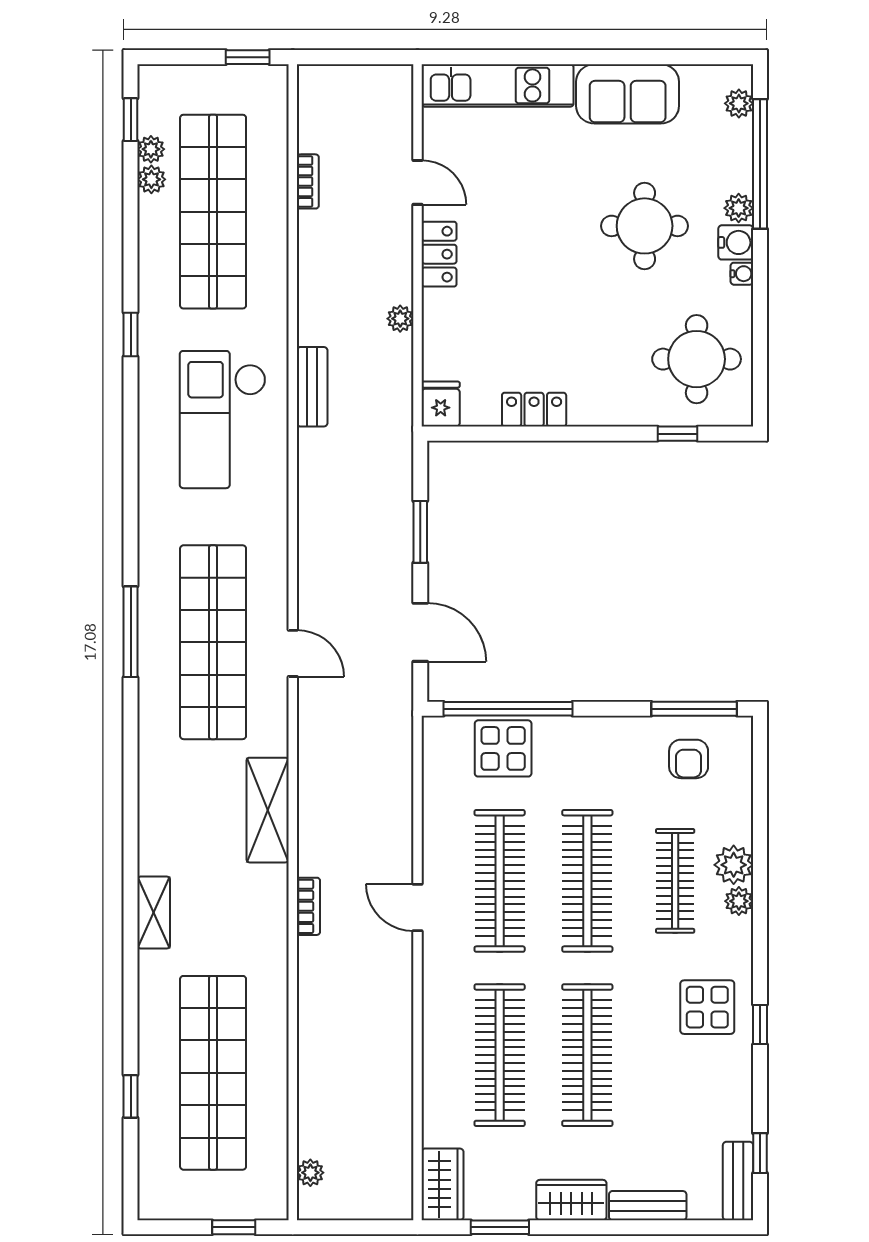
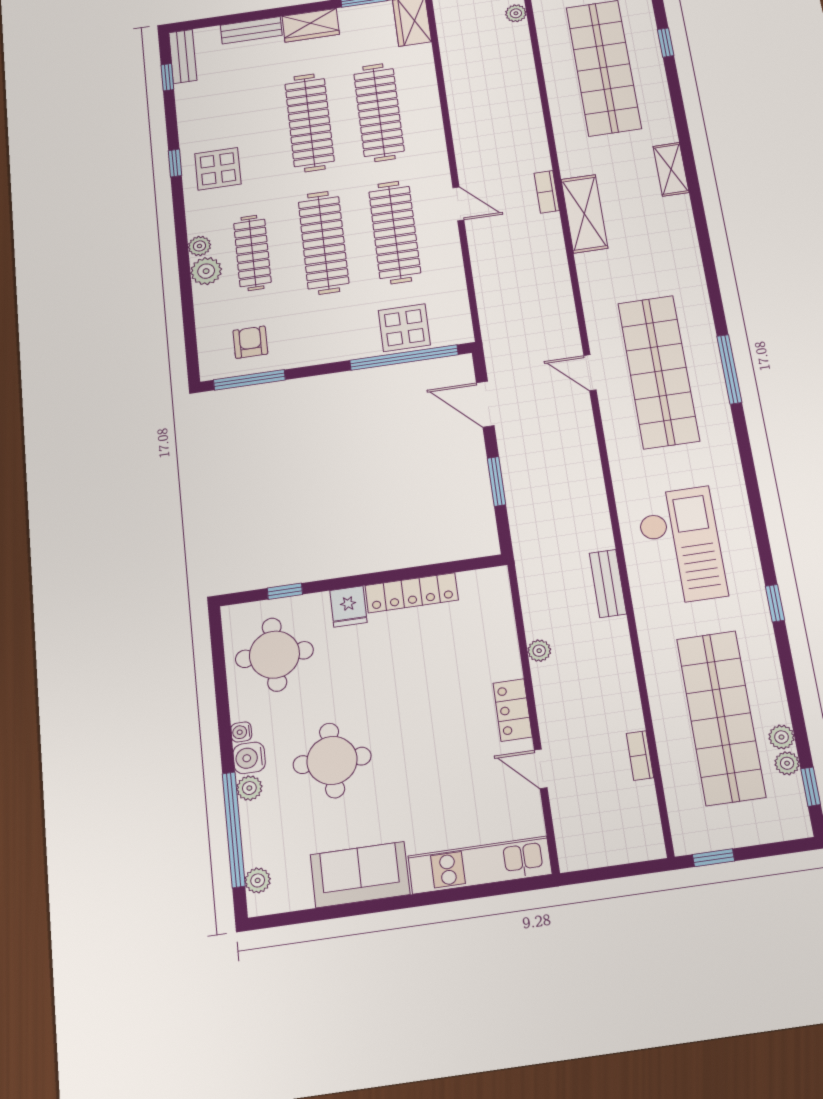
fridge: (441, 404) -> (348, 606), moved
locker: (534, 410) -> (412, 593), width x1.53
shelving: (268, 810) -> (584, 214), moved

